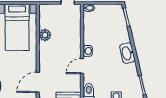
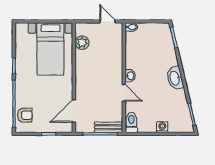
plant: (45, 35) -> (82, 43), moved
door: (82, 66) -> (124, 93), swing flipped

